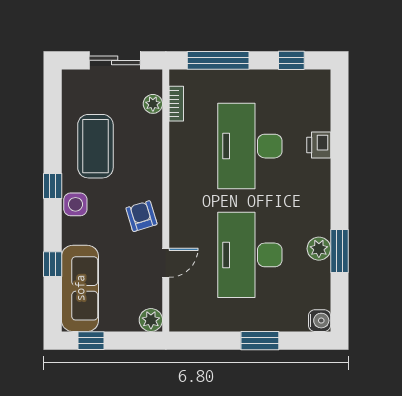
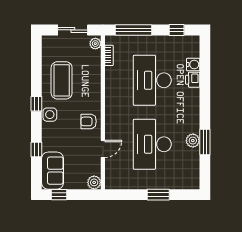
plant: (153, 104) -> (95, 44), moved
armchair: (141, 216) -> (89, 121), turned -73
sofa: (80, 288) -> (52, 171), width x0.73
water cooler: (320, 321) -> (193, 64), moved

